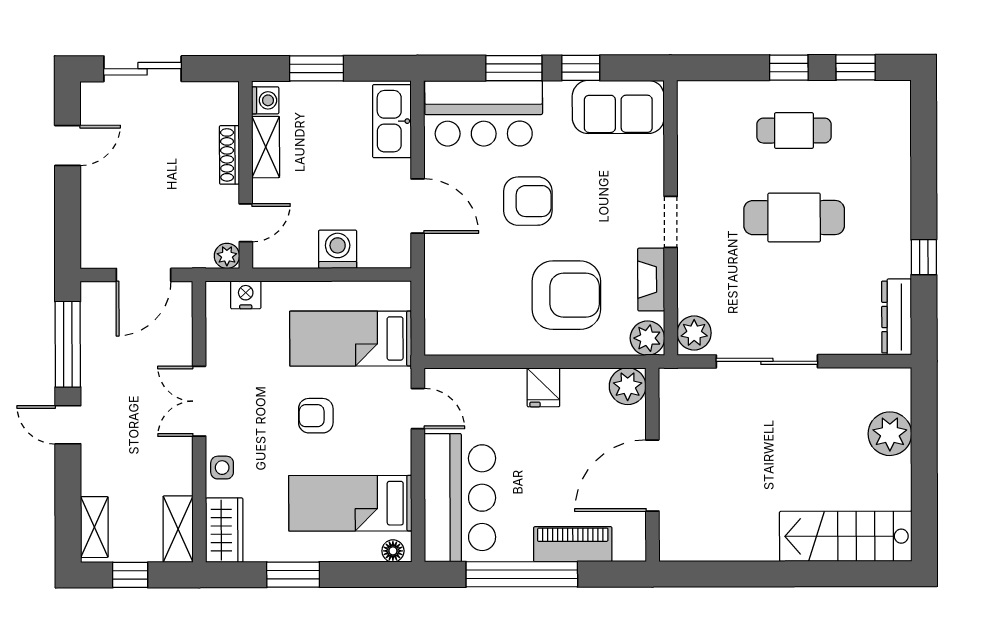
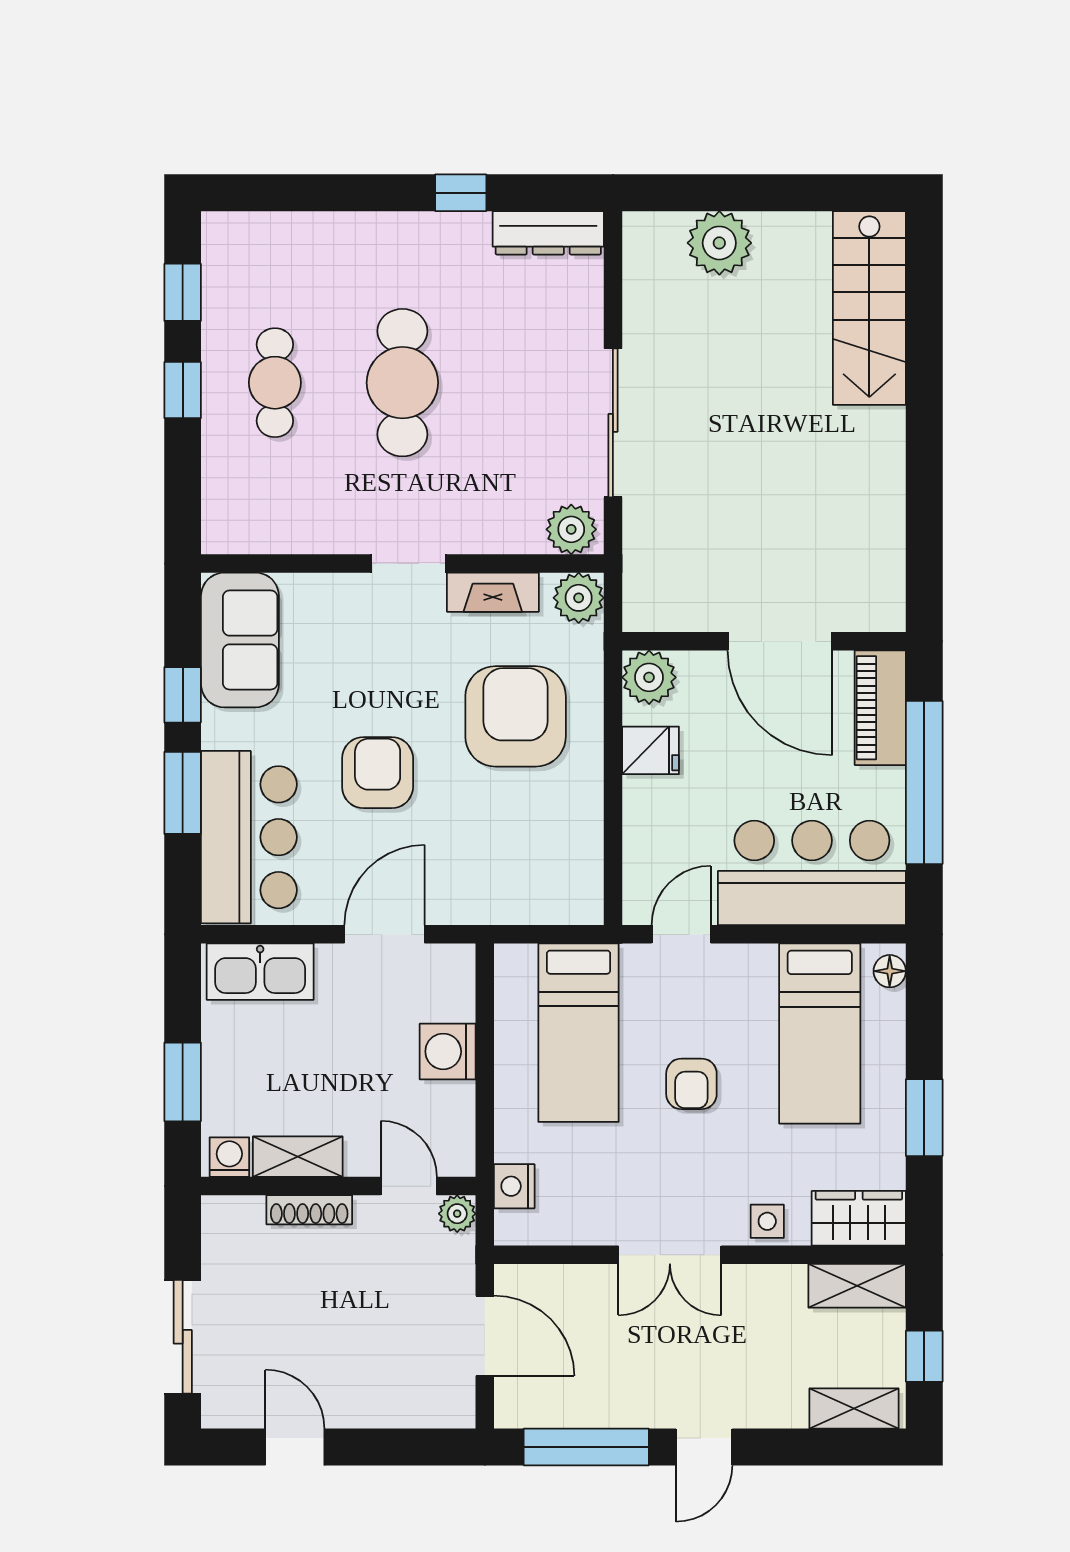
plant: (628, 386) -> (649, 677), moved
wall: (652, 465) -> (764, 641), moved
door: (652, 476) -> (780, 641), moved

